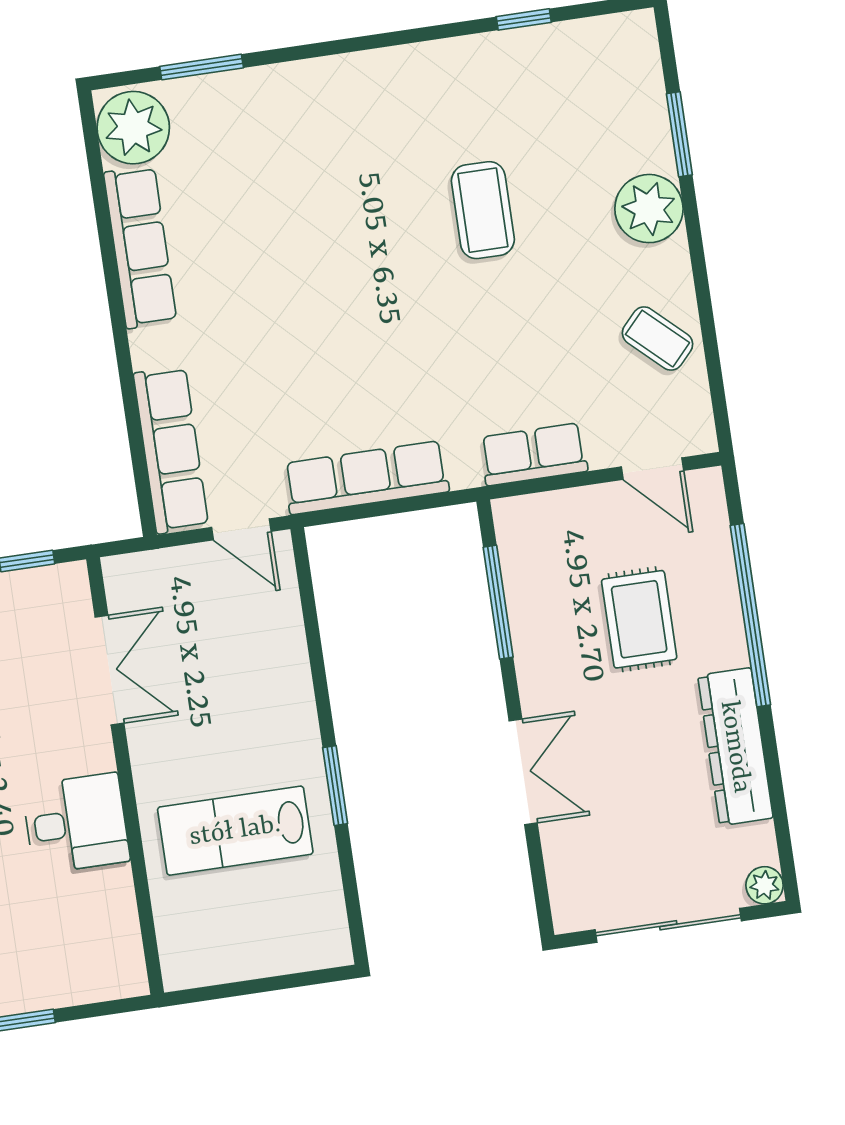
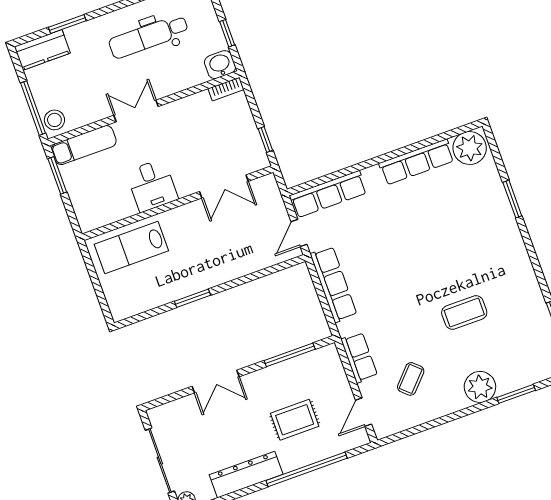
window: (202, 67) -> (512, 199), moved
coffee table: (657, 339) -> (411, 379), moved
lab bench: (235, 831) -> (131, 248), moved, turned -90

